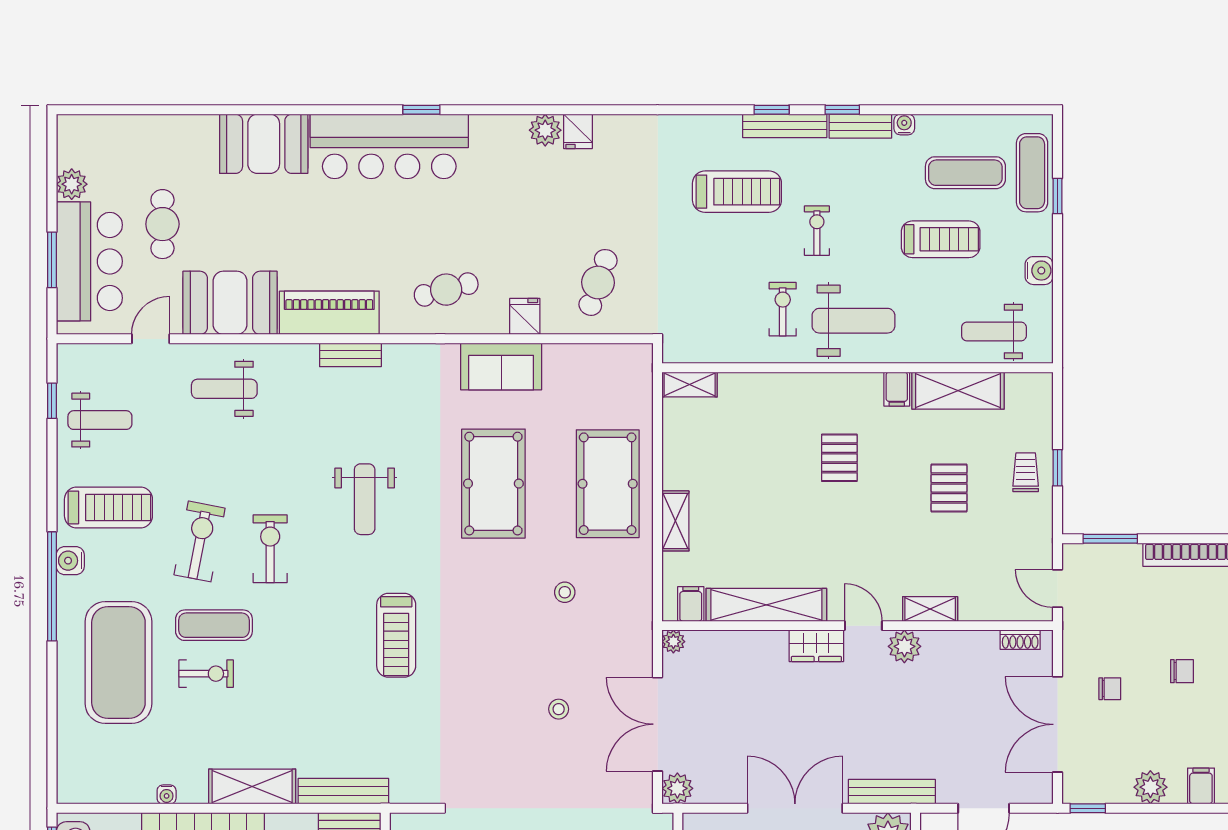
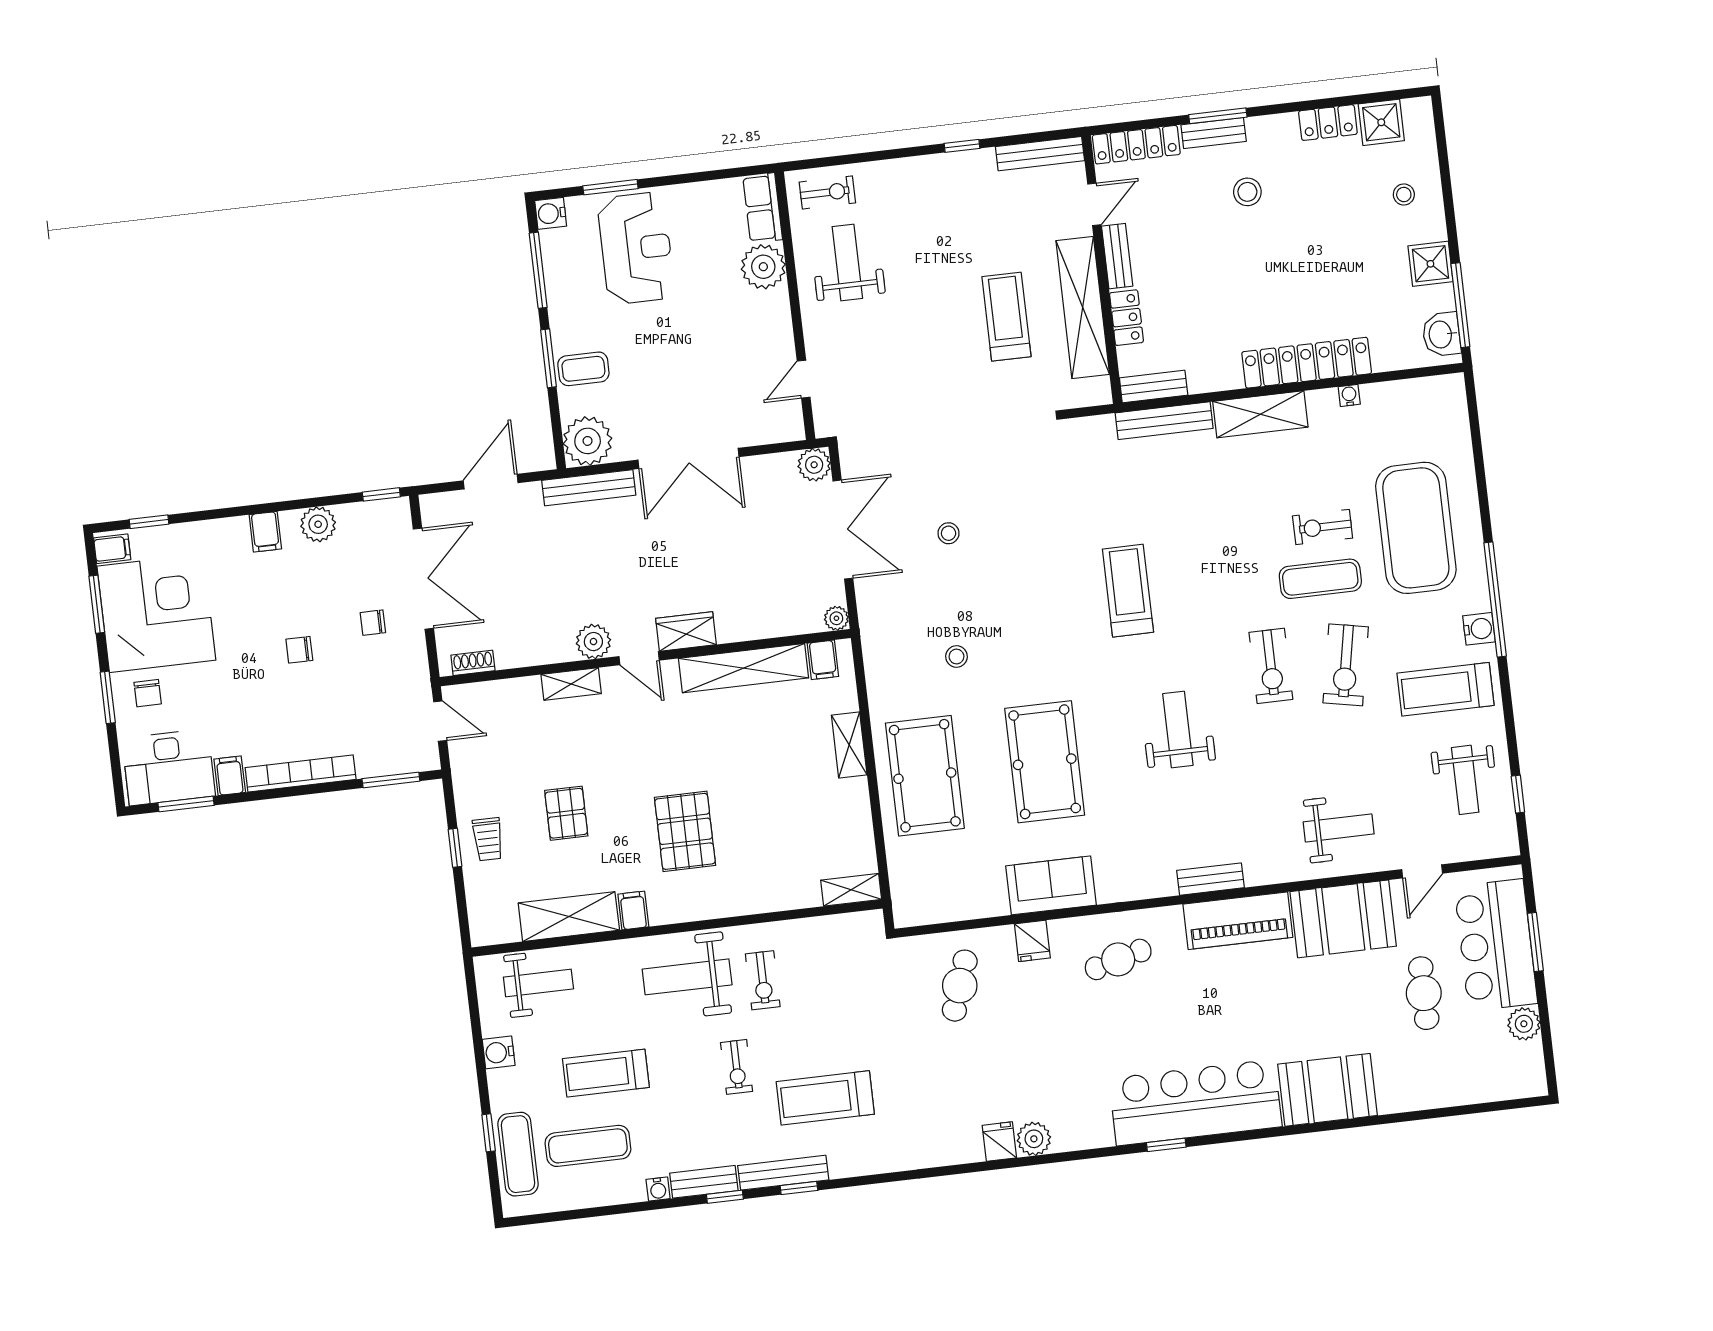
weight bench: (100, 420) -> (1465, 780), turned -90
pallet: (839, 458) -> (685, 831), width x1.50, depth x1.42

